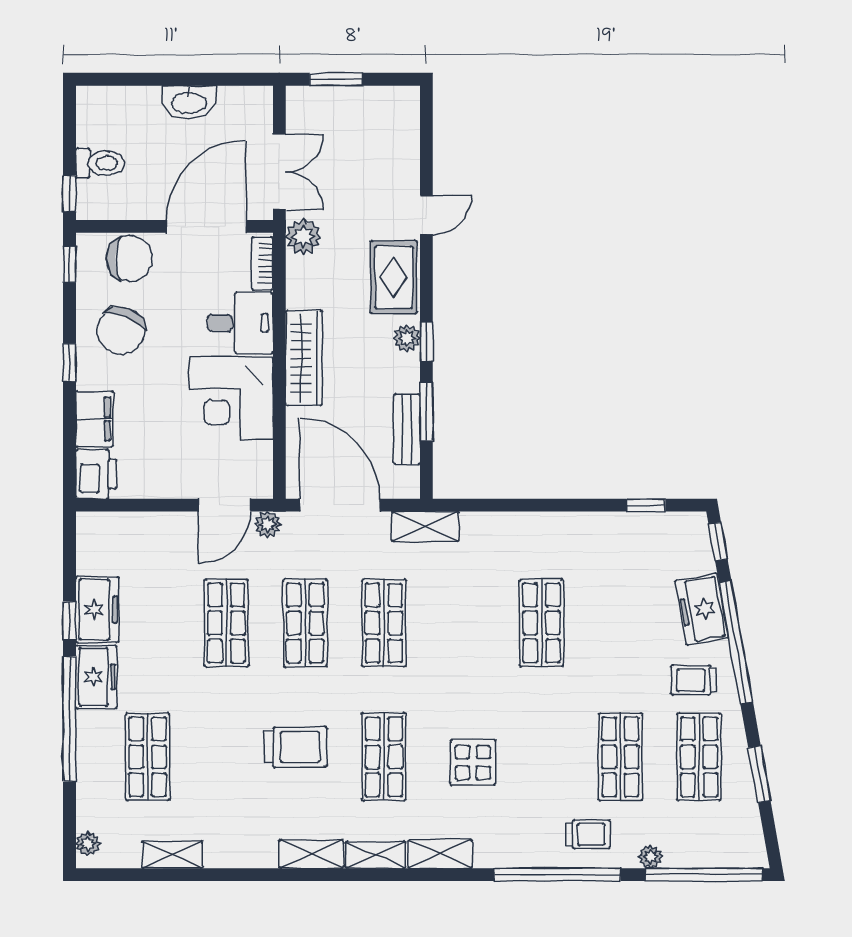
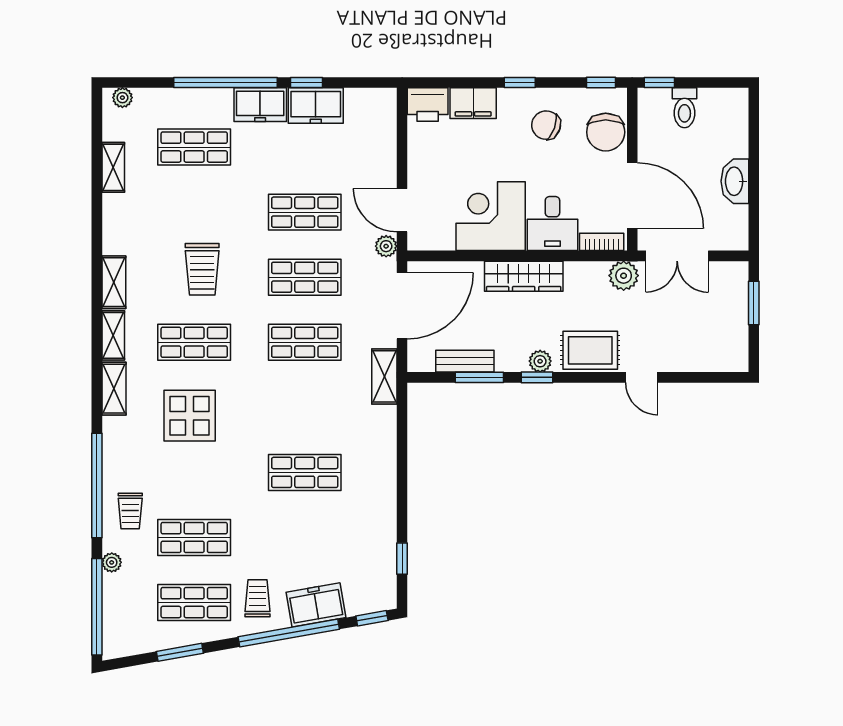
chair: (121, 331) -> (546, 125), width x0.73, depth x0.73
display table: (473, 762) -> (190, 416), width x1.36, depth x1.36

